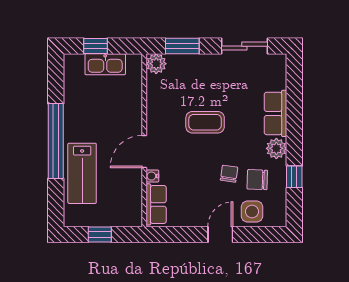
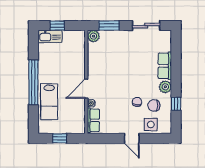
kitchen sink: (105, 64) -> (50, 36), moved
coffee table: (205, 122) -> (123, 71), removed
door: (220, 234) -> (132, 138), swing flipped

